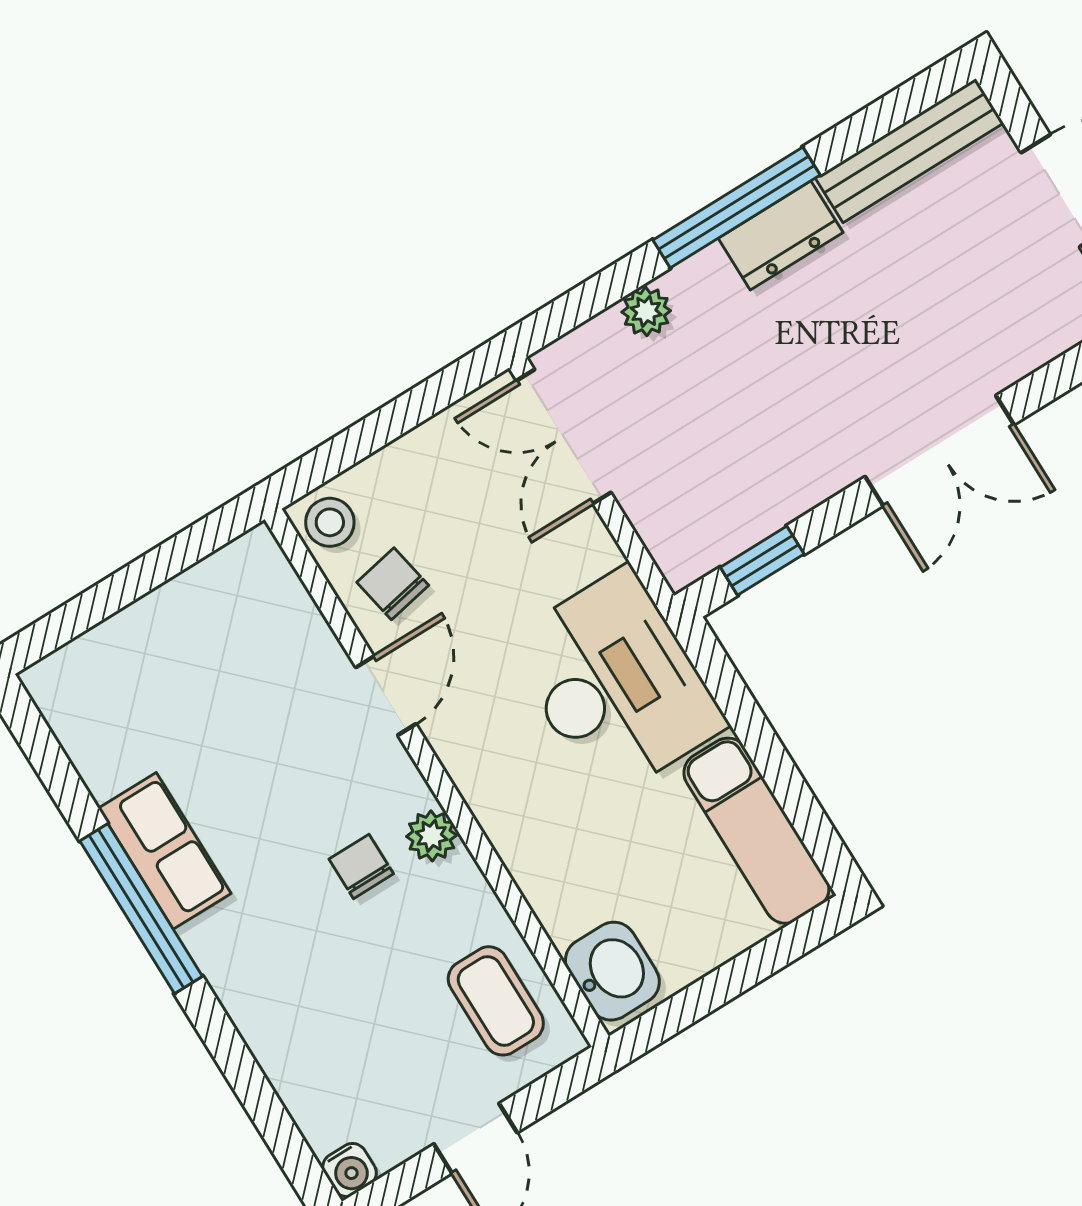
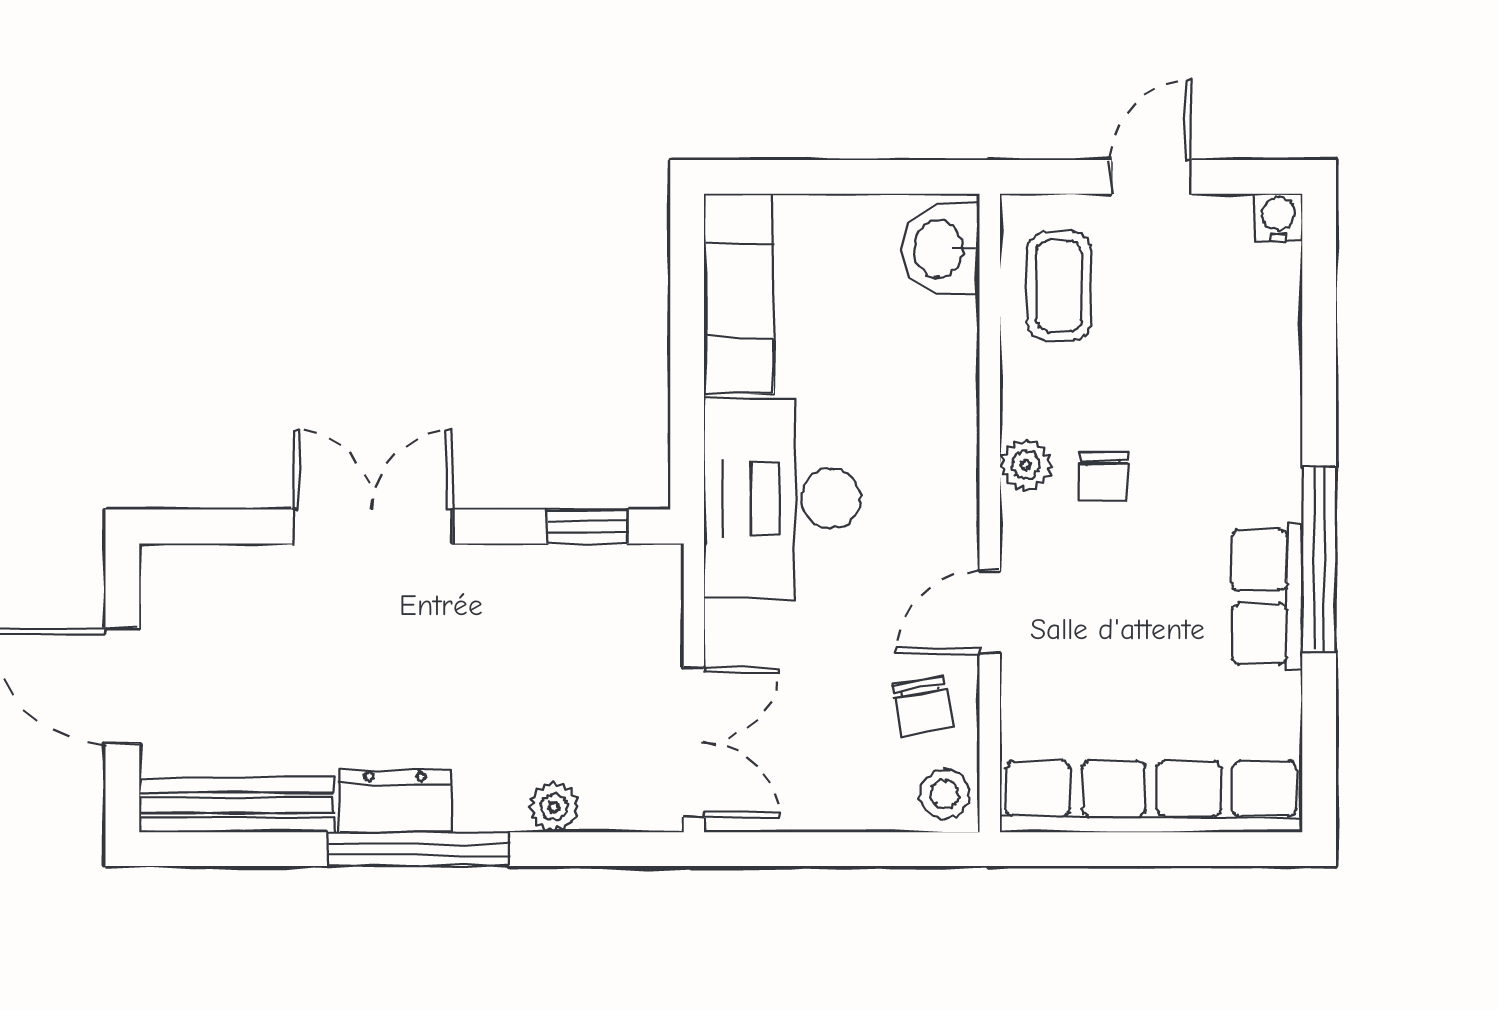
row of seats: (158, 626) -> (1151, 797), added

